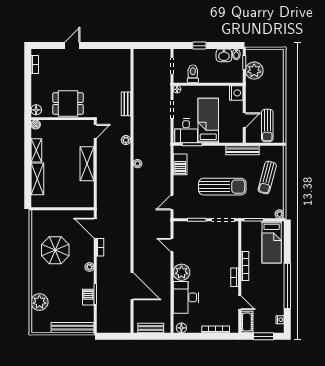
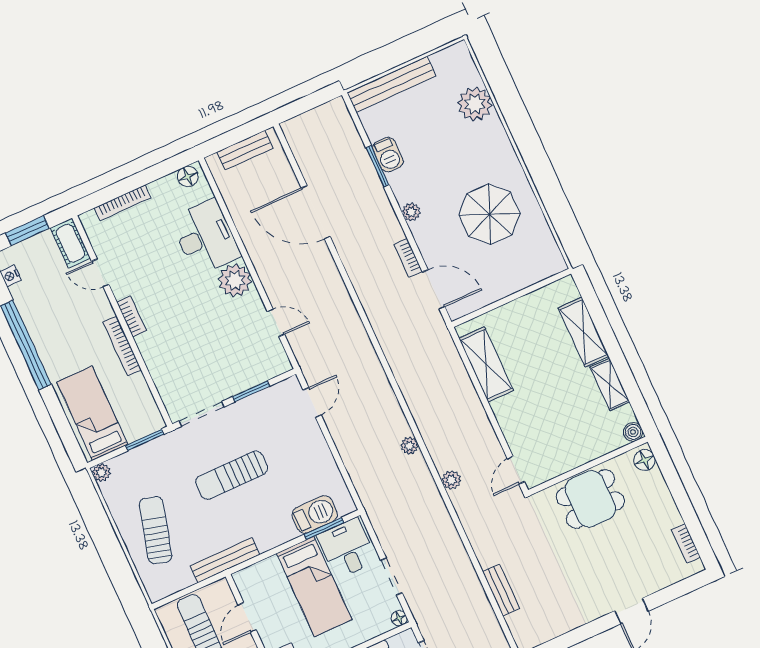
bench: (126, 104) -> (501, 590), moved
shelving: (87, 164) -> (486, 364), moved
barbecue: (180, 164) -> (315, 514), moved, turned 90
sun lounger: (222, 187) -> (232, 475), width x0.73, depth x0.75

